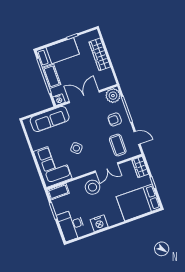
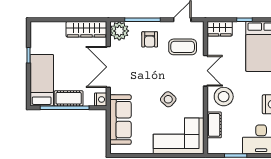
wardrobe: (100, 54) -> (86, 29), moved
cot: (58, 192) -> (214, 125), moved

